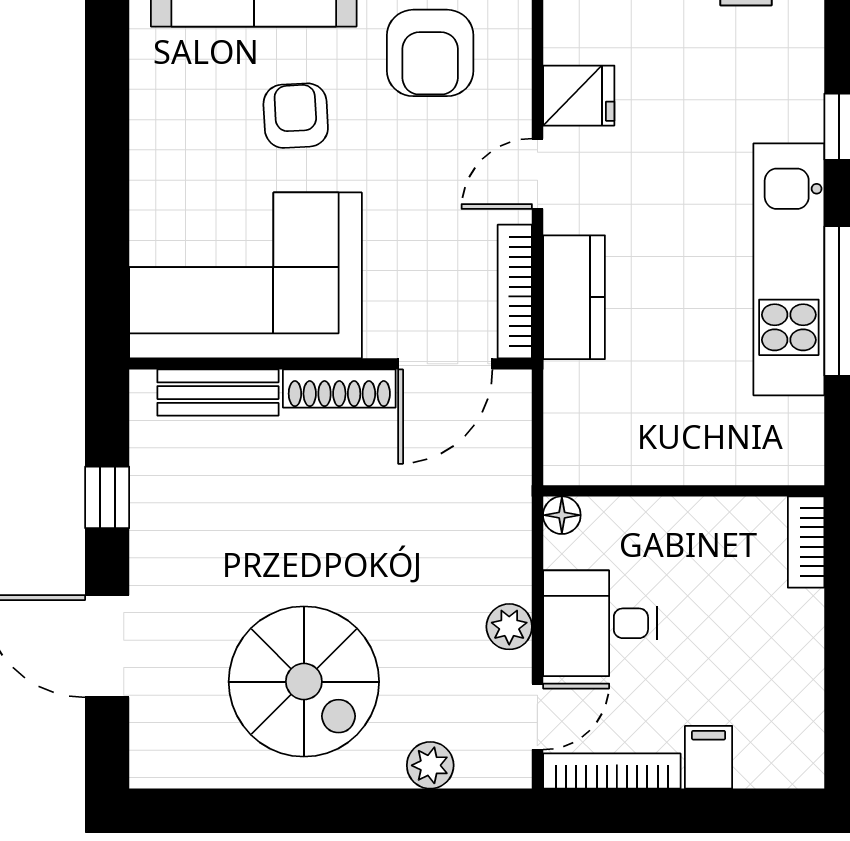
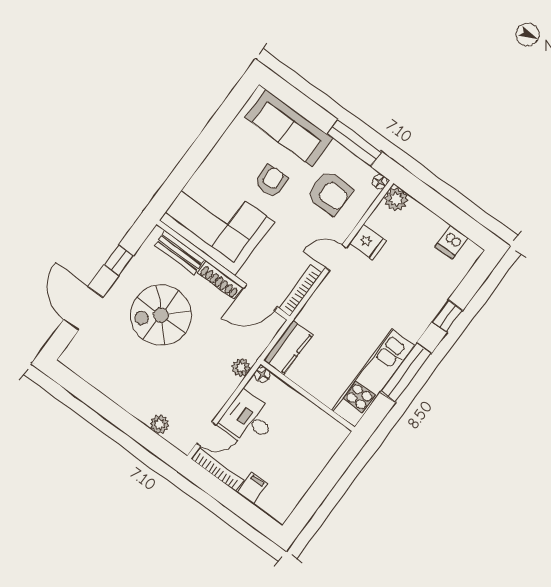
armchair: (430, 53) -> (330, 193), turned -90
kitchen unit: (789, 269) -> (373, 378), moved
kitchen counter: (574, 297) -> (288, 348), moved
bookcase: (806, 542) -> (335, 441), removed
plant: (509, 627) -> (241, 367), moved
spiral stairs: (304, 682) -> (161, 315), moved, turned 90

